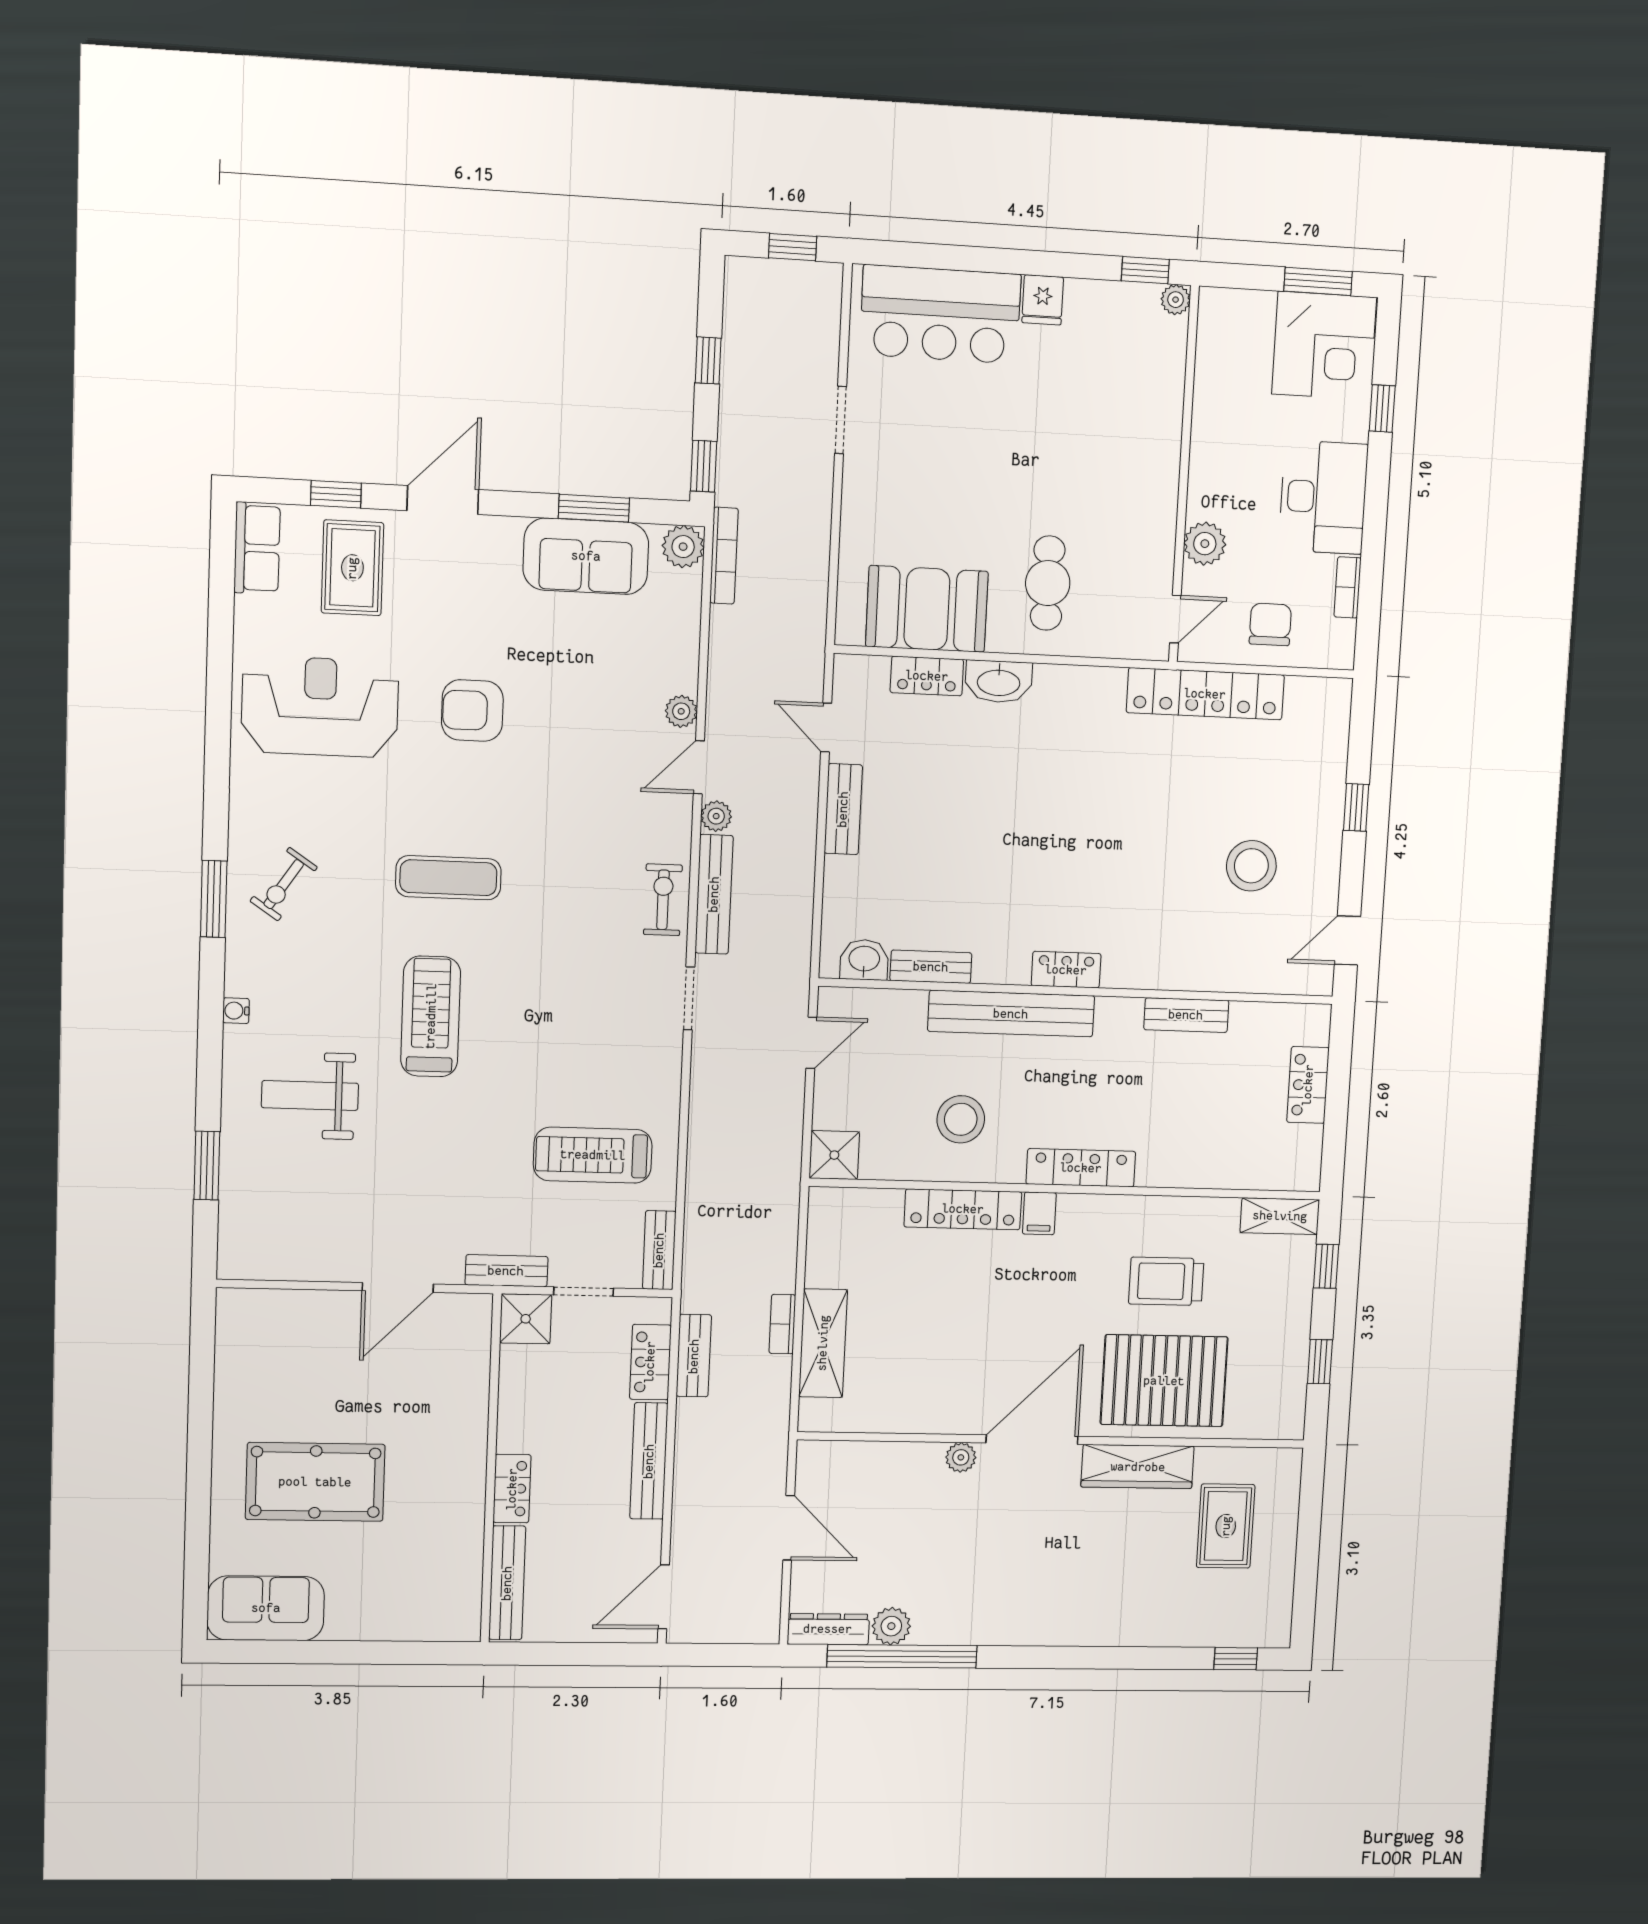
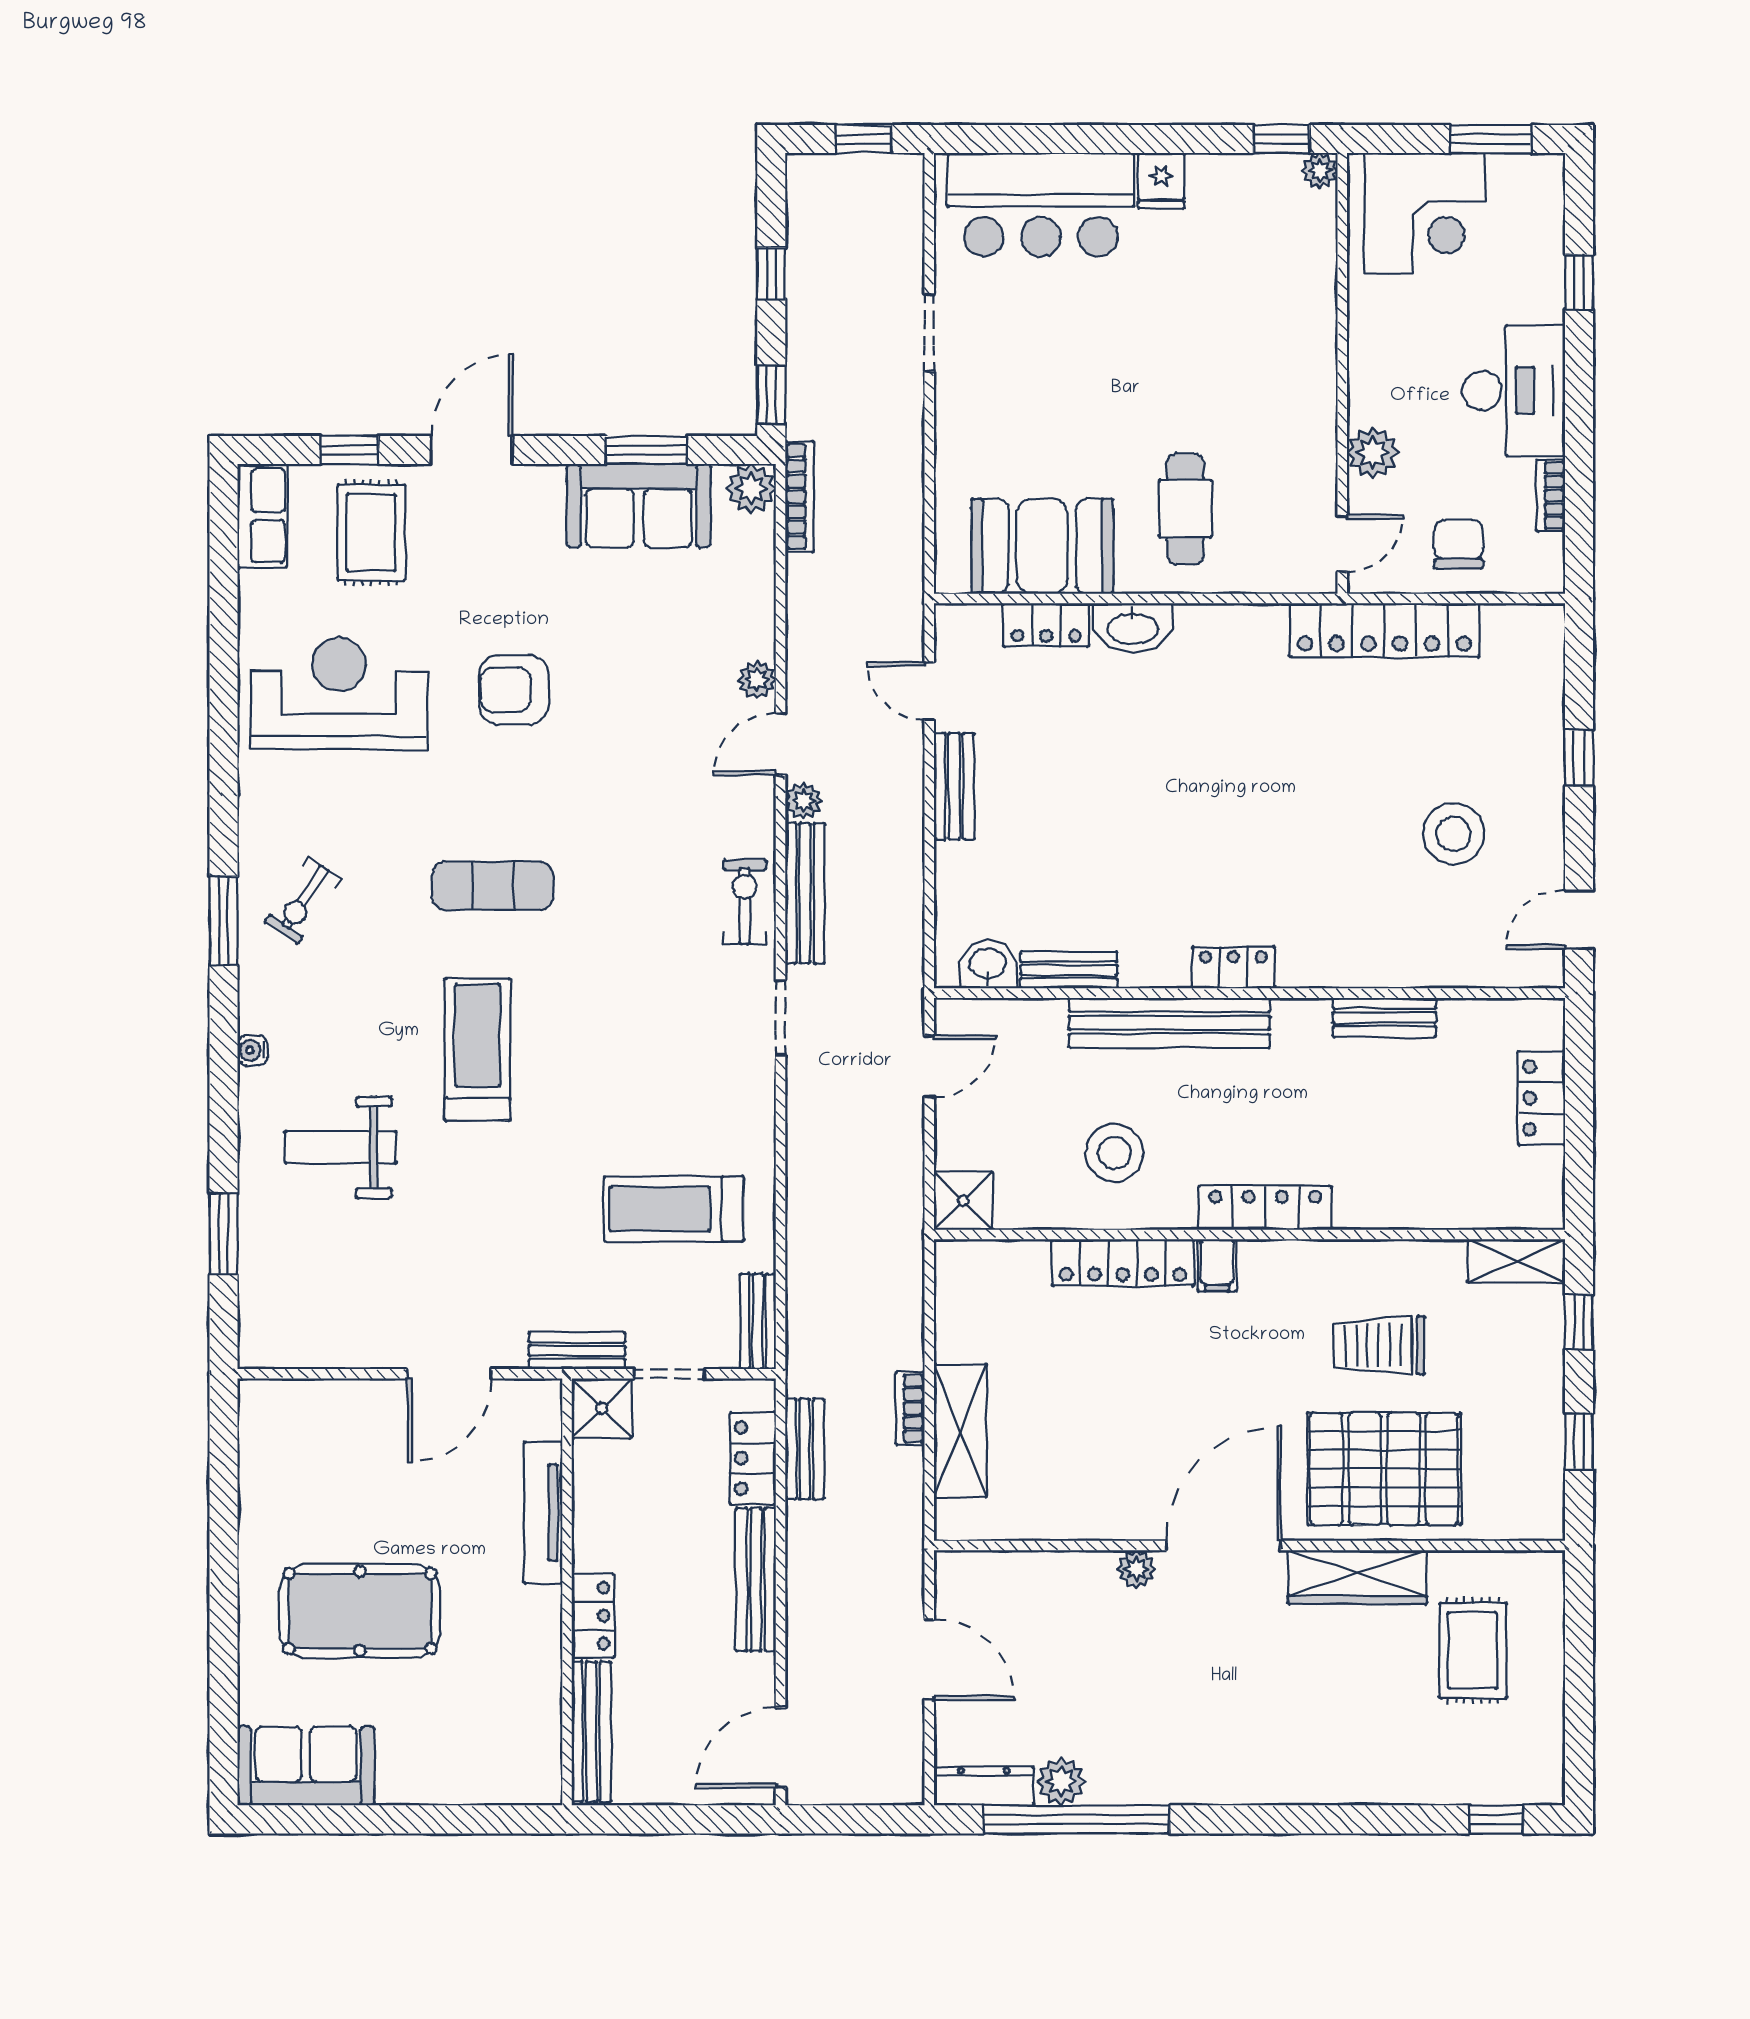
corner desk: (1324, 346) -> (1425, 213), moved
tv unit: (473, 1404) -> (543, 1513), added

